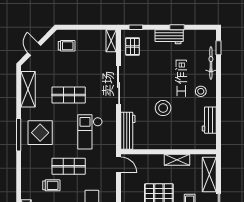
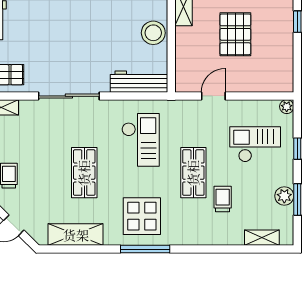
stool: (163, 108) -> (153, 33), moved
checkout: (90, 132) -> (141, 140), turned -90
door: (119, 165) -> (213, 96), moved

